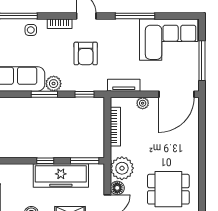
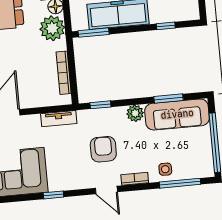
window: (135, 16) -> (53, 195), width x0.46
window: (44, 94) -> (168, 98), moved
plant: (143, 103) -> (36, 101), removed
window: (45, 161) -> (166, 26), moved

